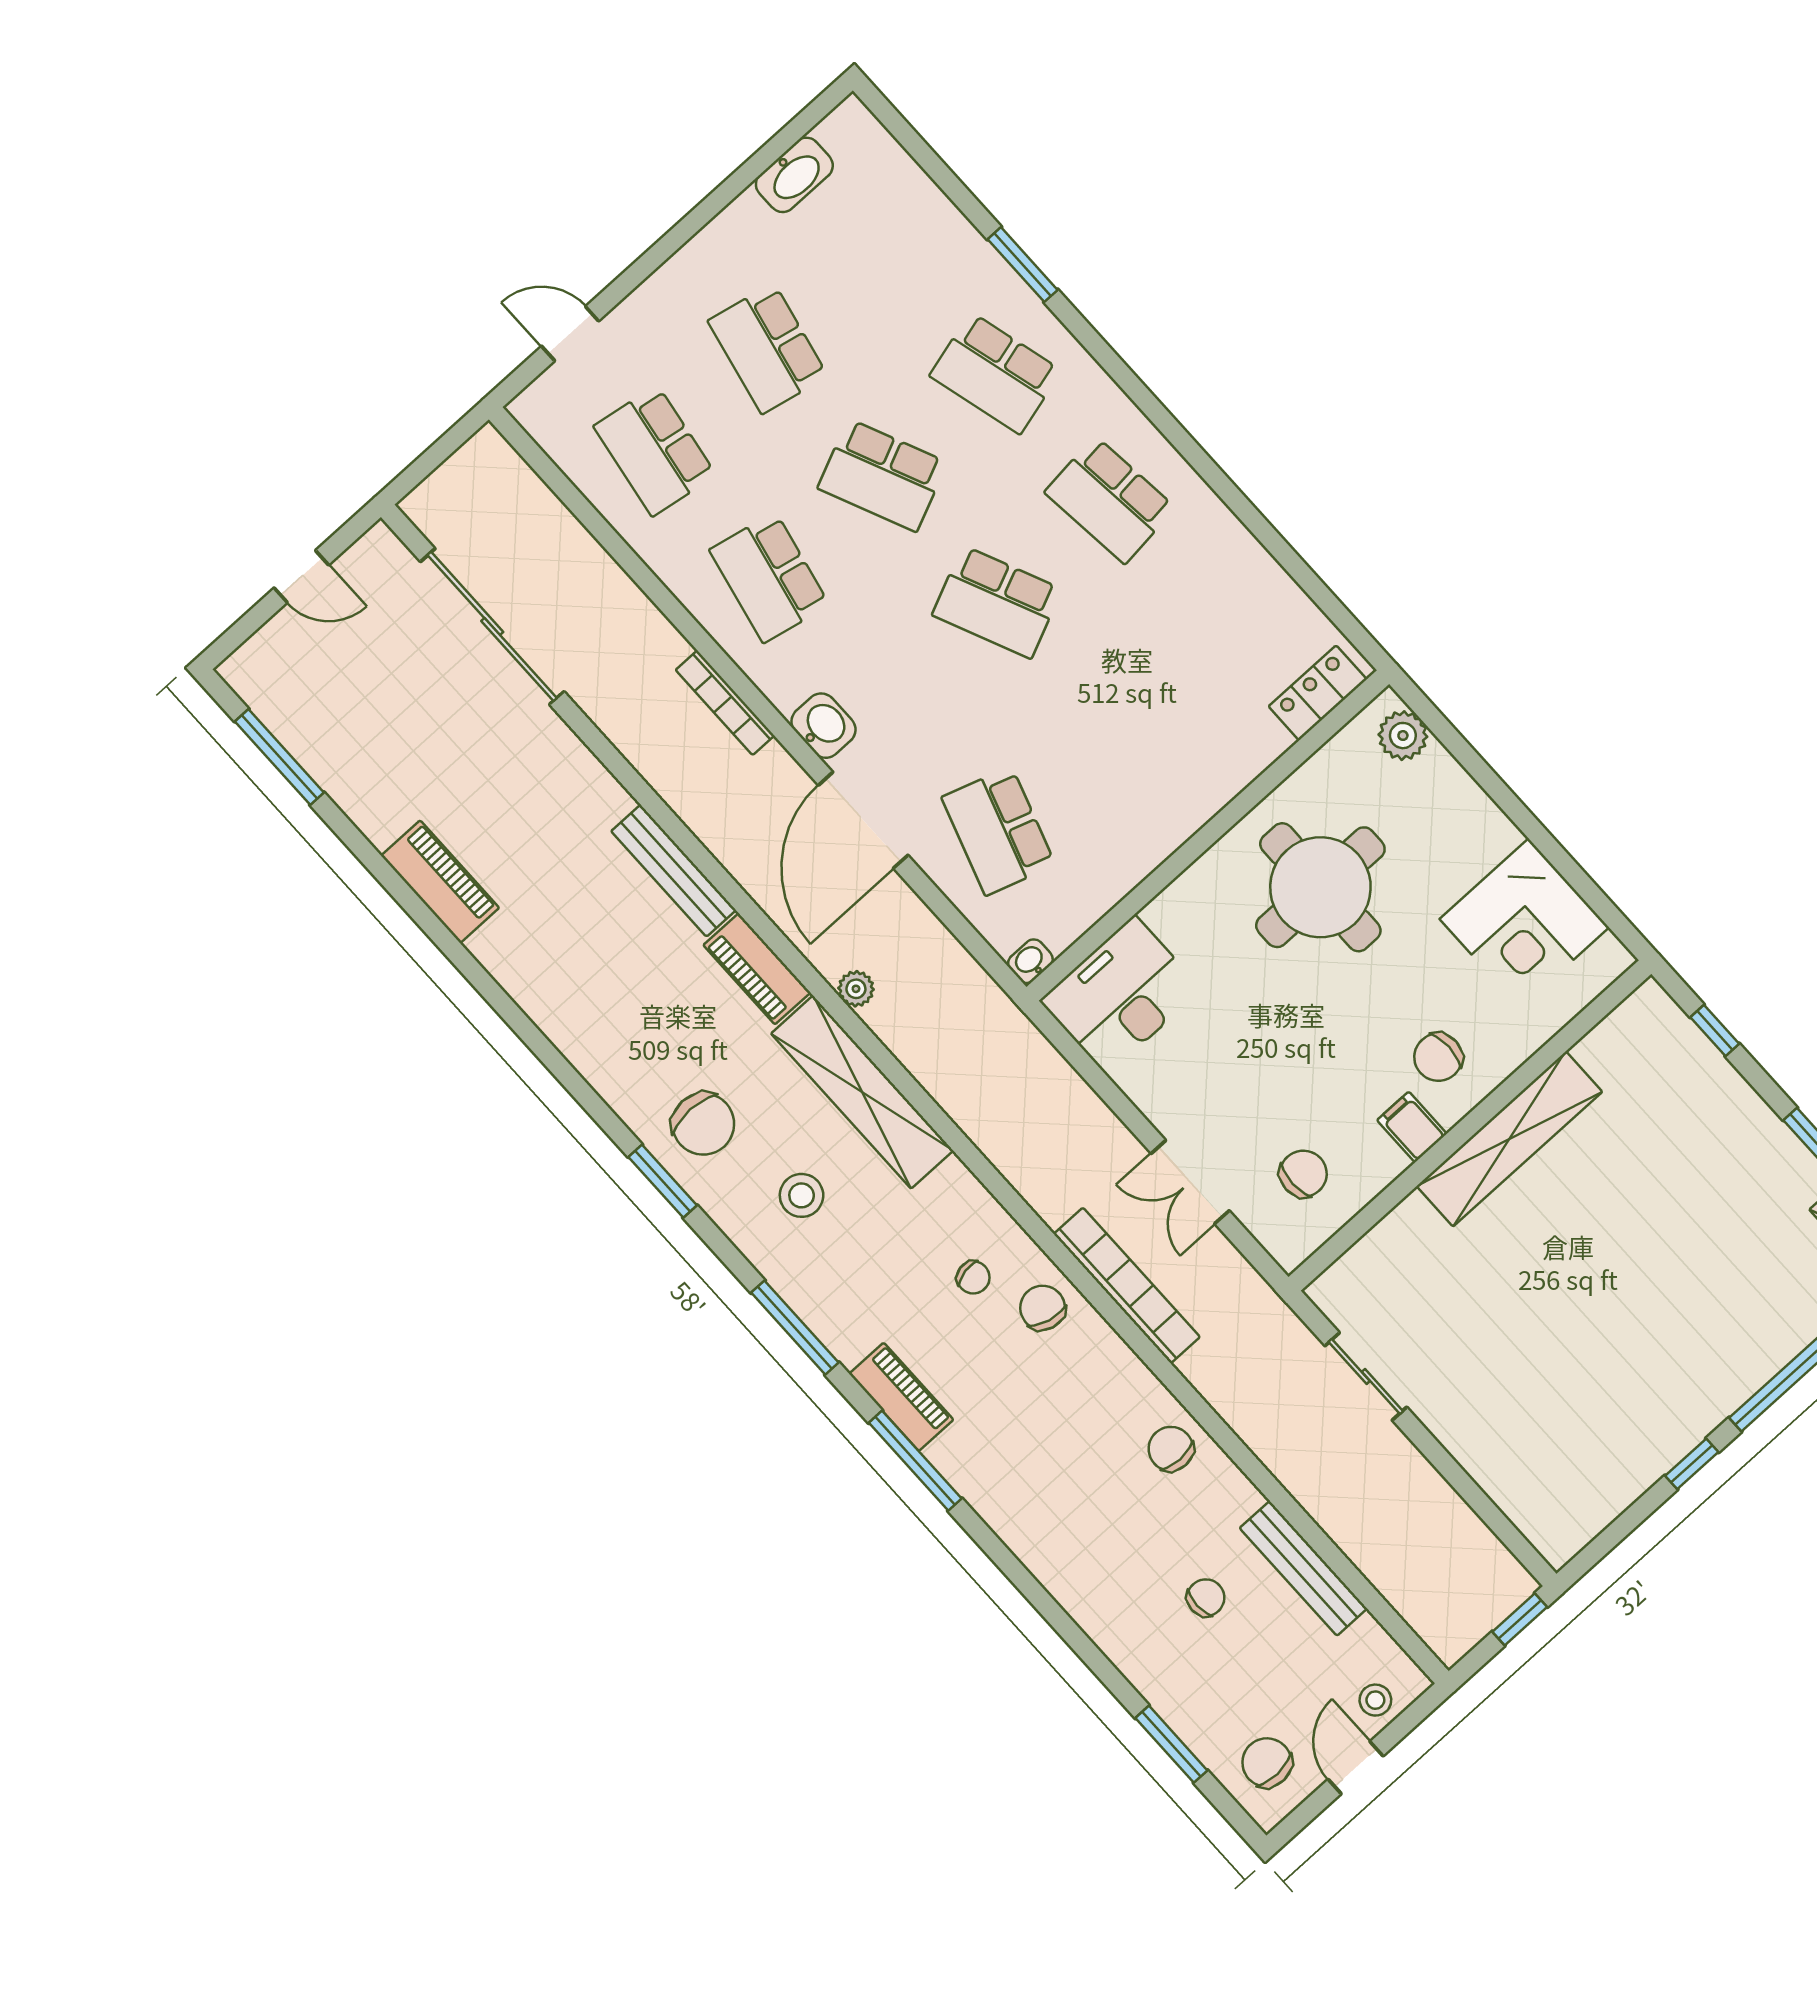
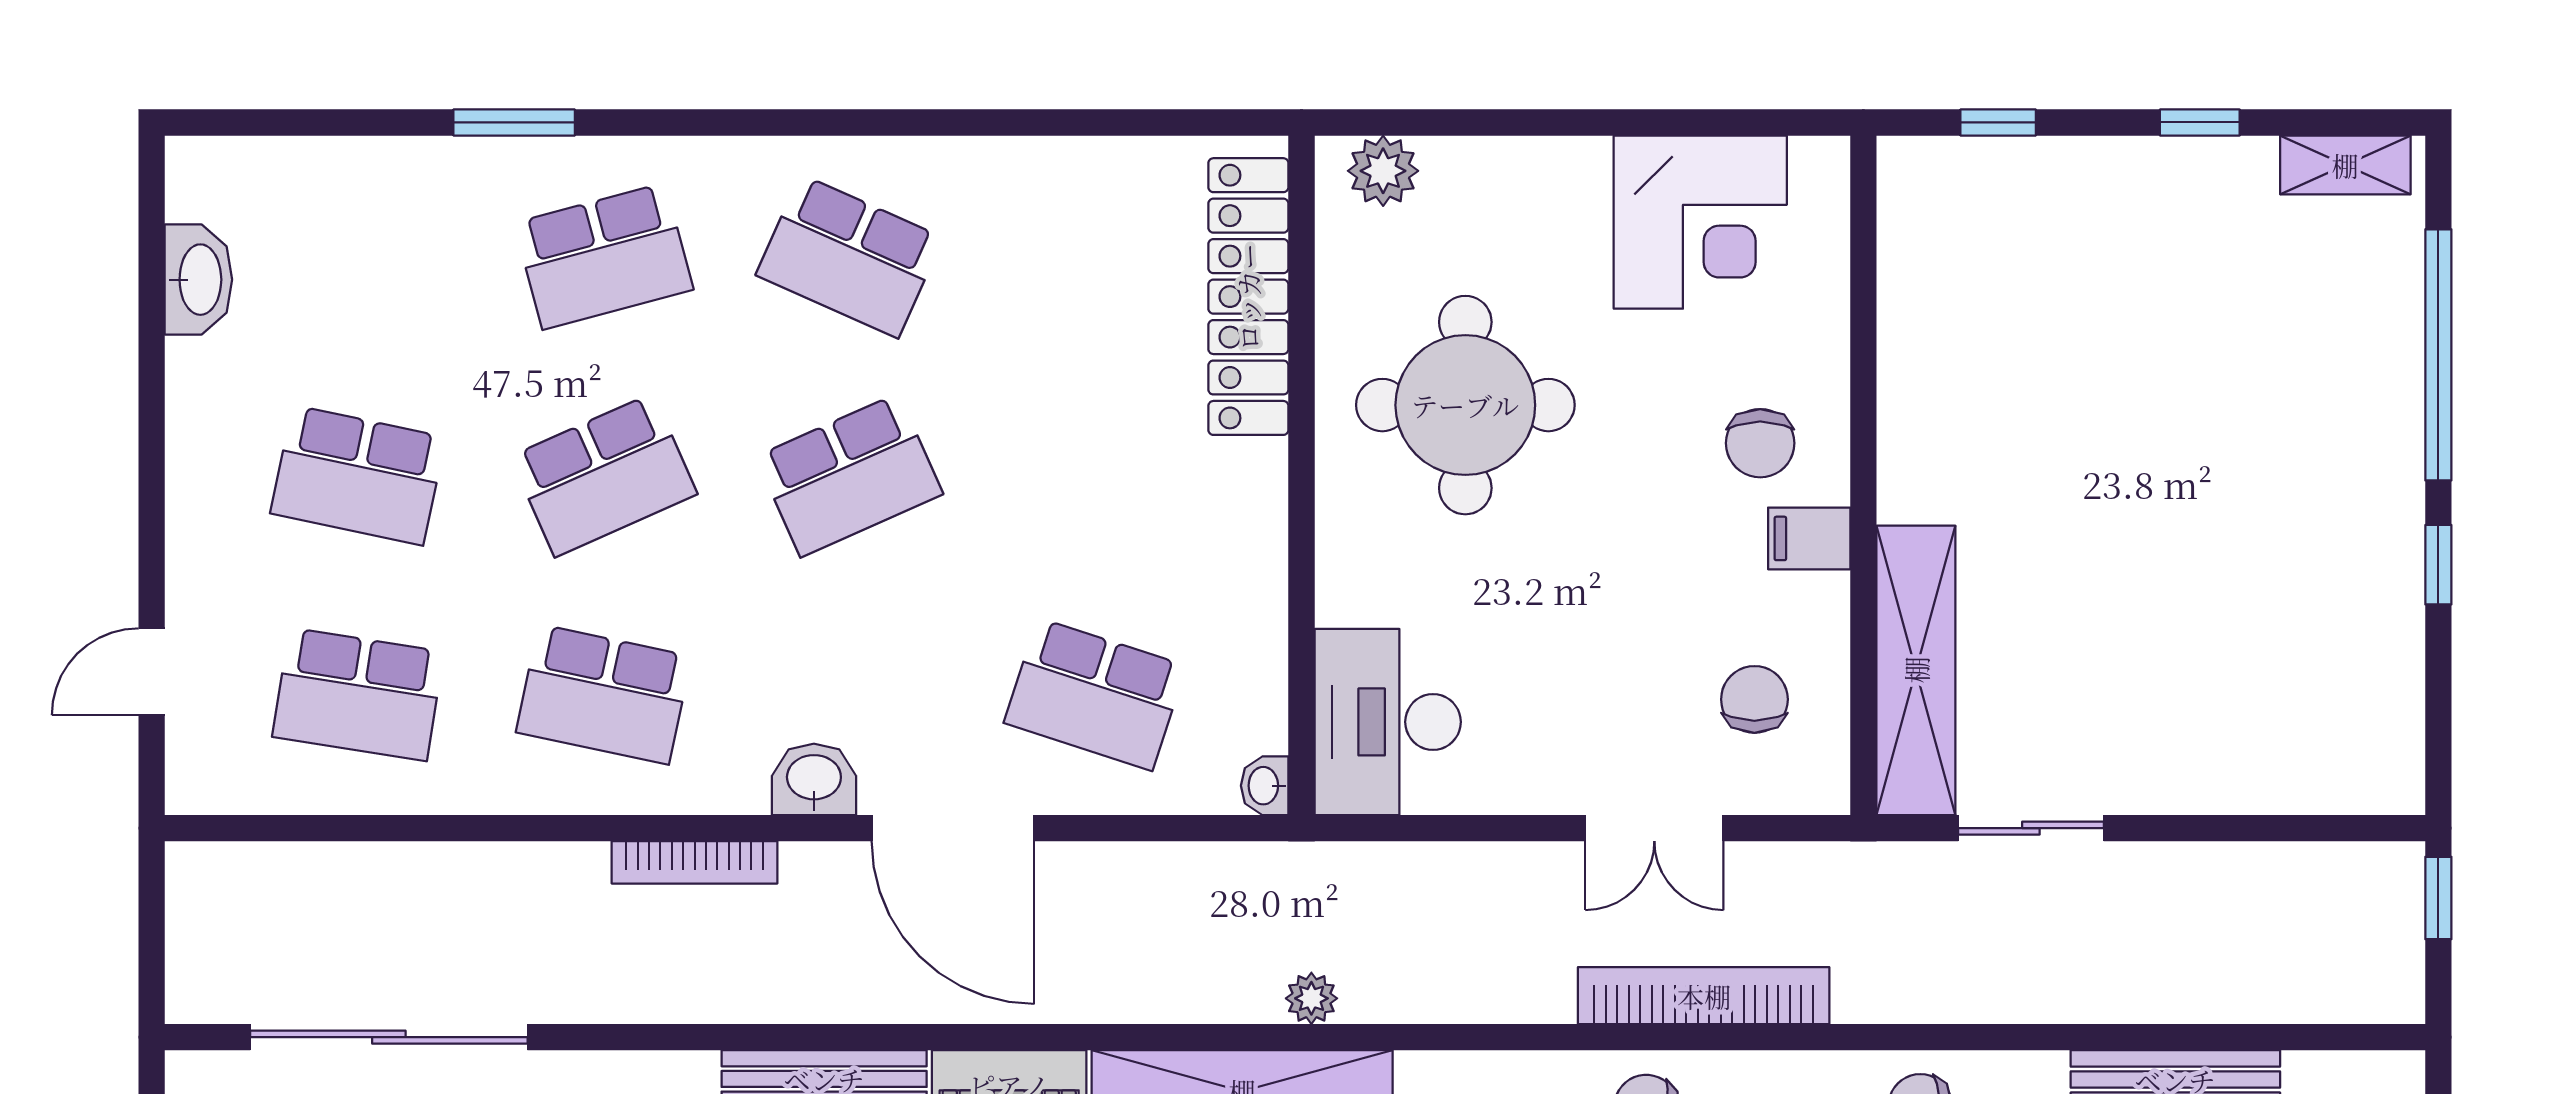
school desk: (1110, 500) -> (849, 256), turned 30
locker: (1318, 693) -> (1248, 297), width x2.16, depth x1.21
plant: (856, 989) -> (1311, 998), moved
shelving: (1509, 1139) -> (1916, 670), moved

